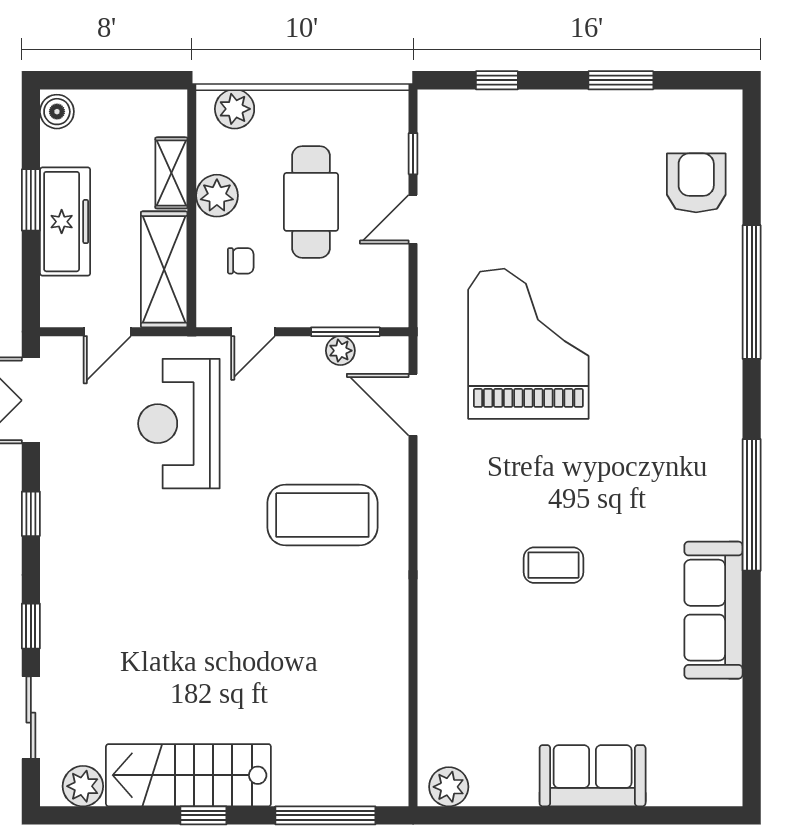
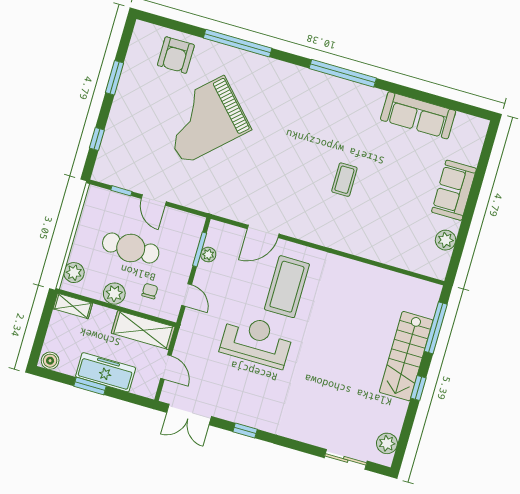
shelving: (171, 173) -> (73, 306), moved
armchair: (696, 183) -> (176, 55), turned -90
grand piano: (528, 344) -> (204, 120), moved, turned -43
door: (413, 405) -> (263, 231), moved
reception desk: (179, 424) -> (257, 341), moved, turned 180
sofa: (713, 610) -> (418, 115), moved
window: (31, 626) -> (300, 446), removed
stairs: (188, 775) -> (406, 356), moved
plant: (449, 787) -> (446, 240), moved

